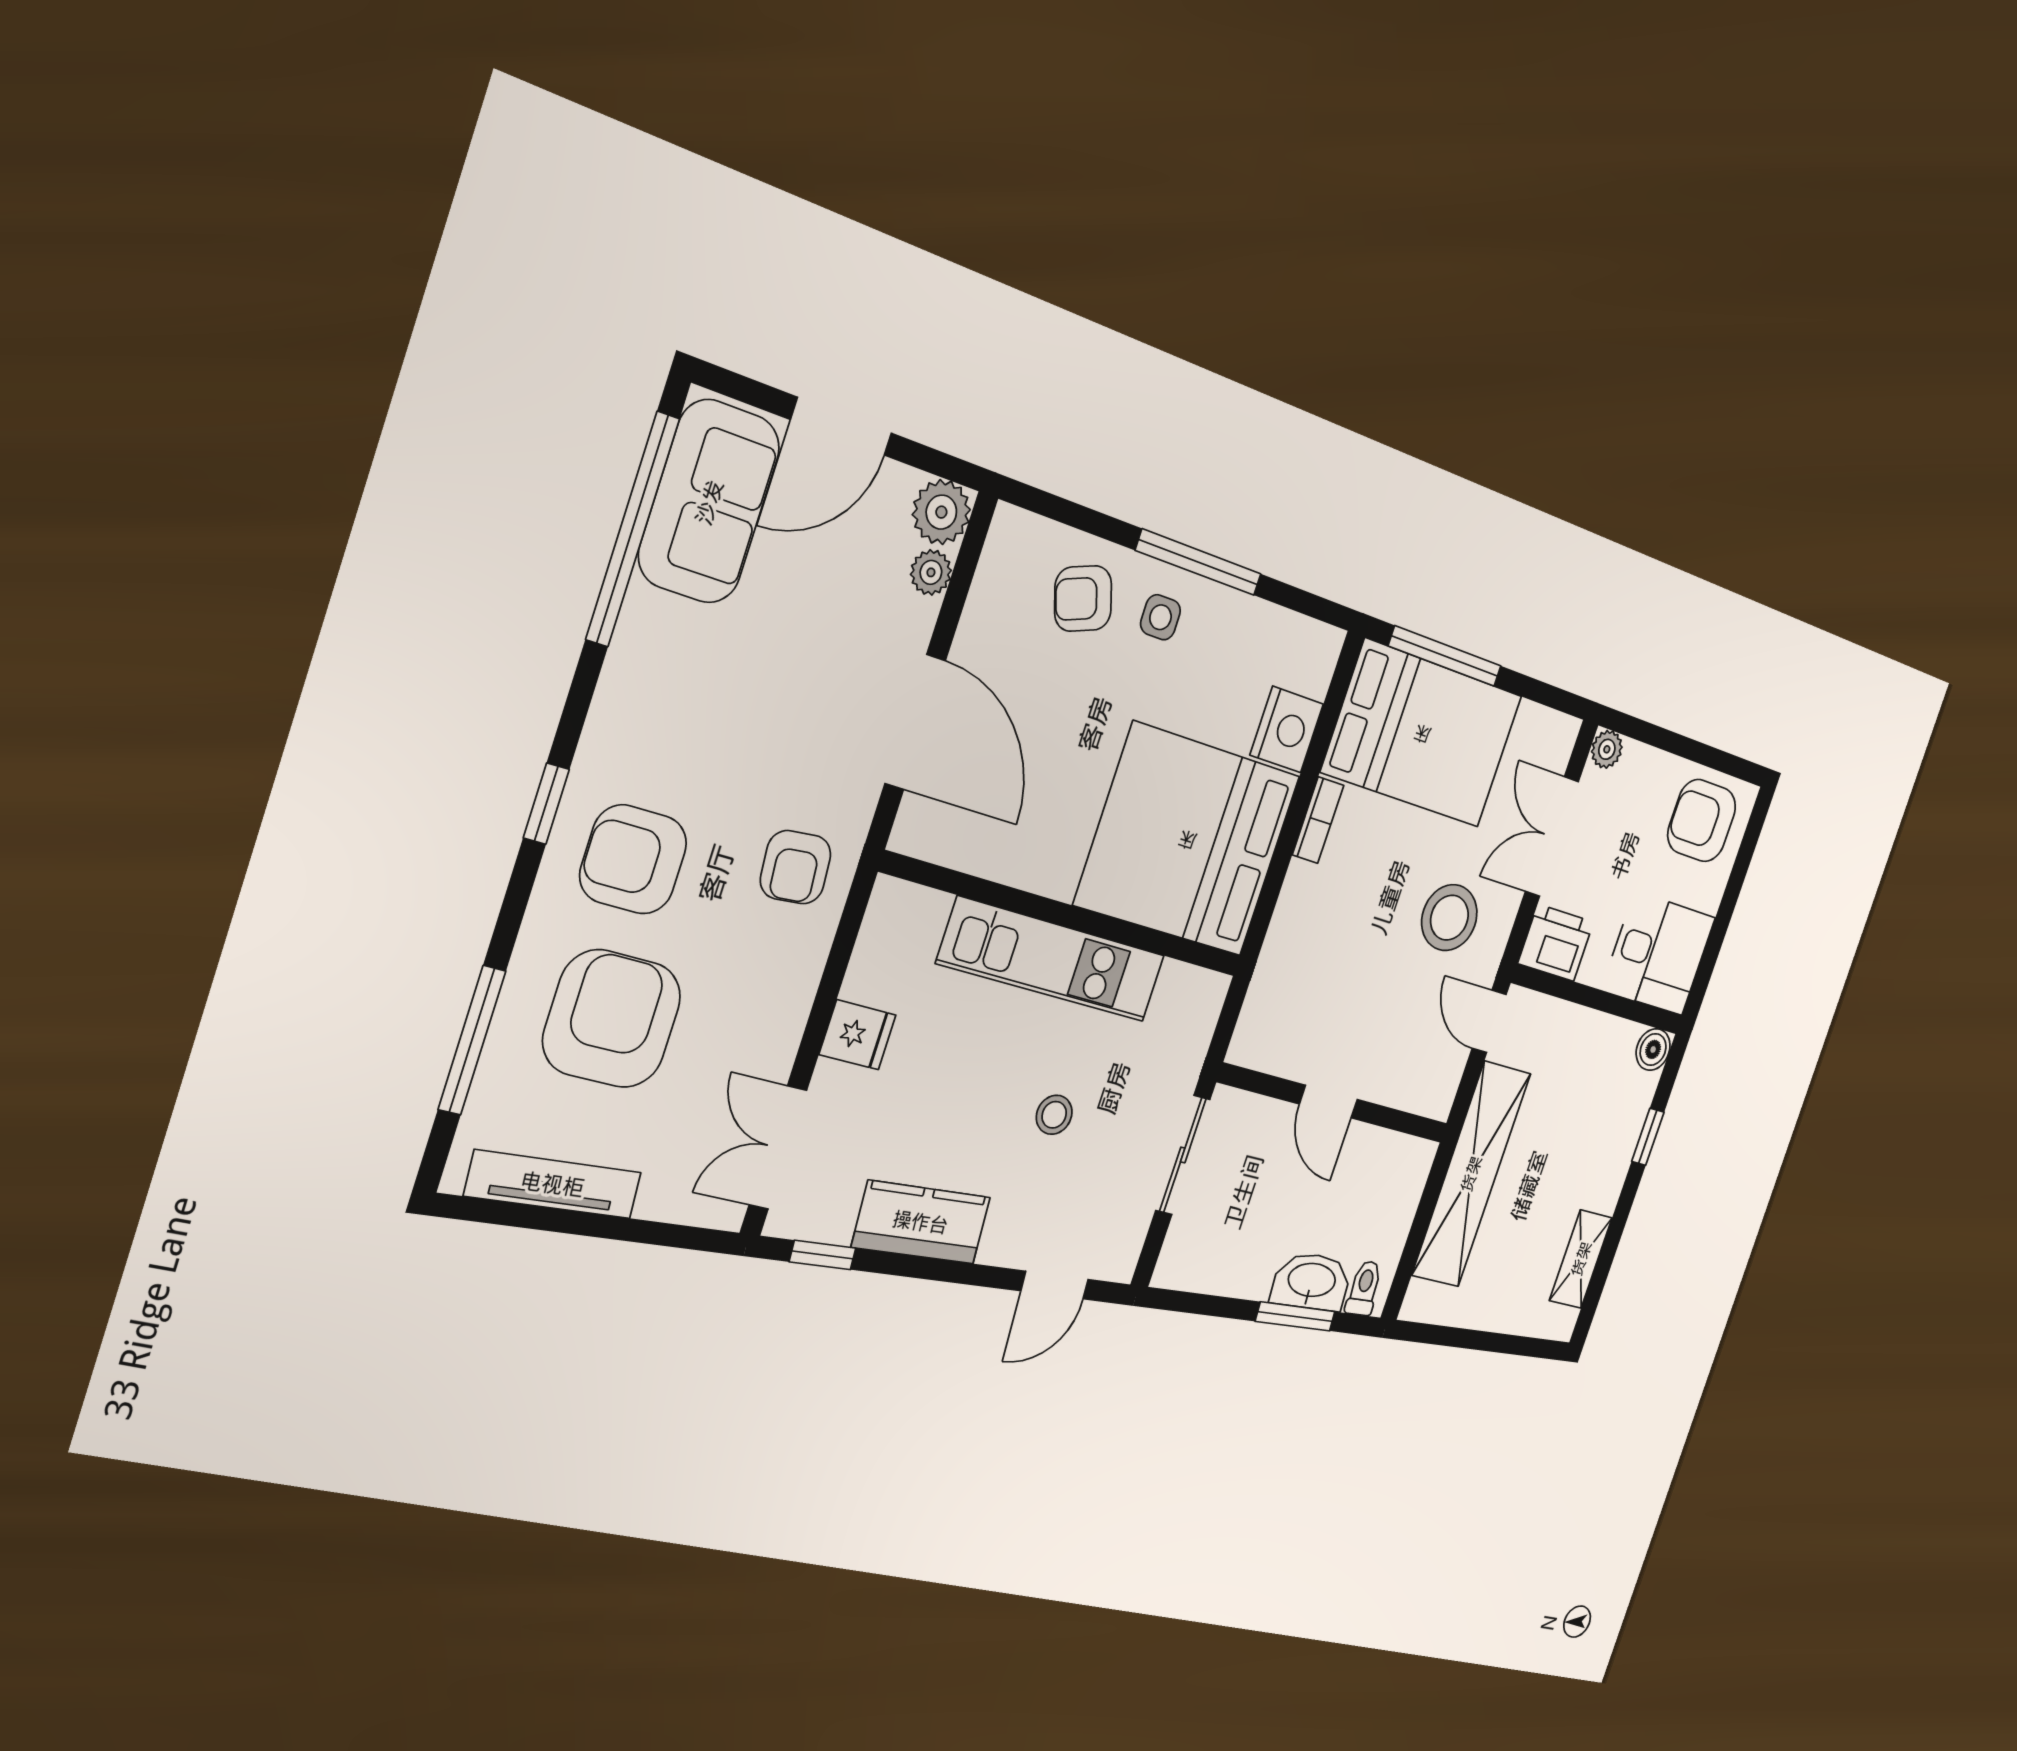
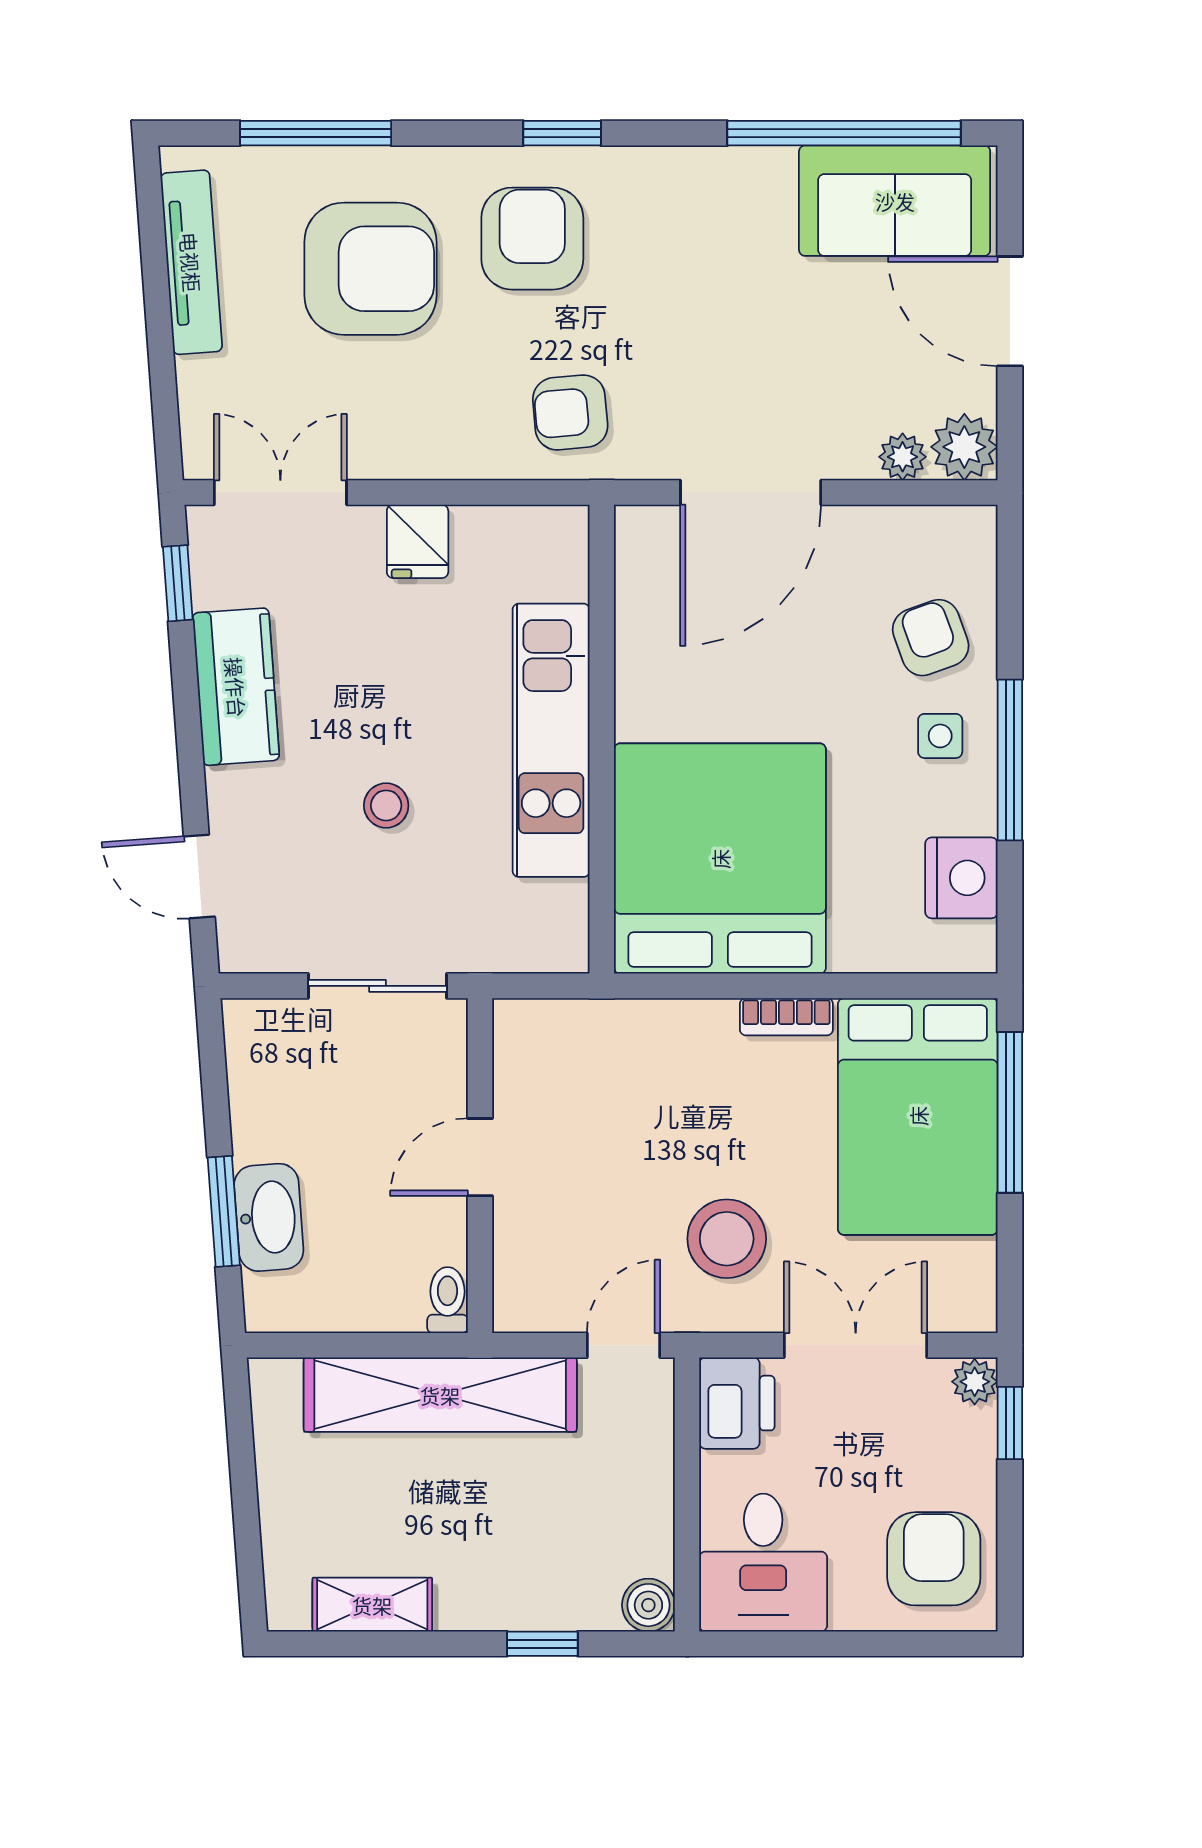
nightstand: (1287, 729) -> (961, 878), moved, turned -90
window: (1641, 731) -> (1010, 1423), added
toilet: (1364, 1288) -> (447, 1300), moved, turned -86

